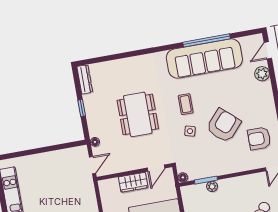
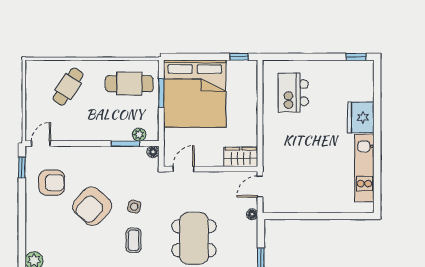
wardrobe: (133, 182) -> (241, 157), moved
plant: (212, 186) -> (139, 135), moved

